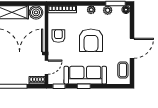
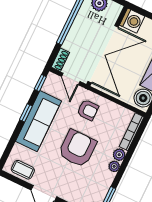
plant: (108, 10) -> (119, 155), moved
armchair: (58, 36) -> (88, 110), moved
armchair: (91, 40) -> (77, 148), turned 90

